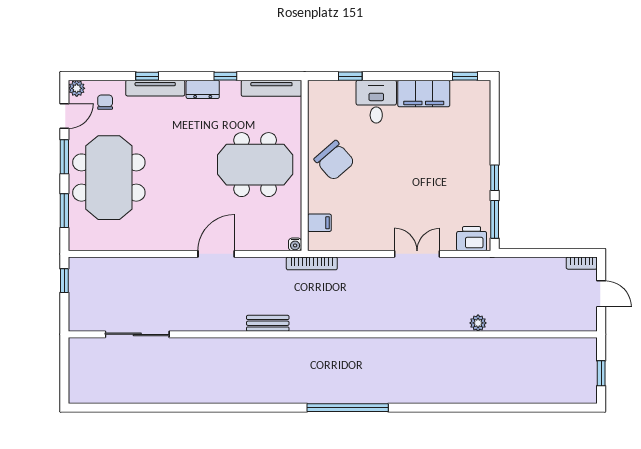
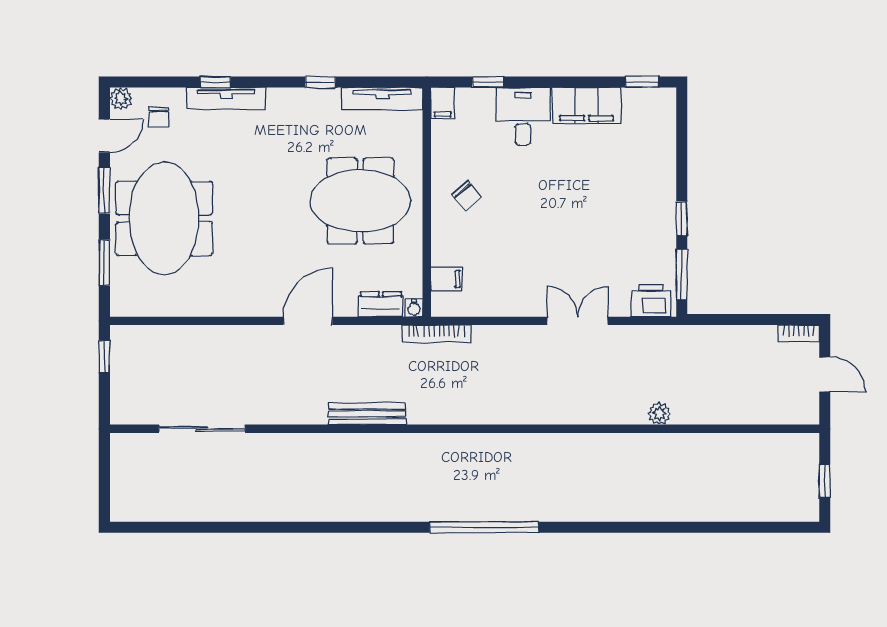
dresser: (203, 89) -> (381, 304), moved, turned 180
filing cabinet: (316, 92) -> (443, 103), added
chair: (105, 102) -> (159, 117), turned 180
chair: (334, 161) -> (467, 195), width x0.54, depth x0.54
bench: (268, 323) -> (367, 414), width x1.36

